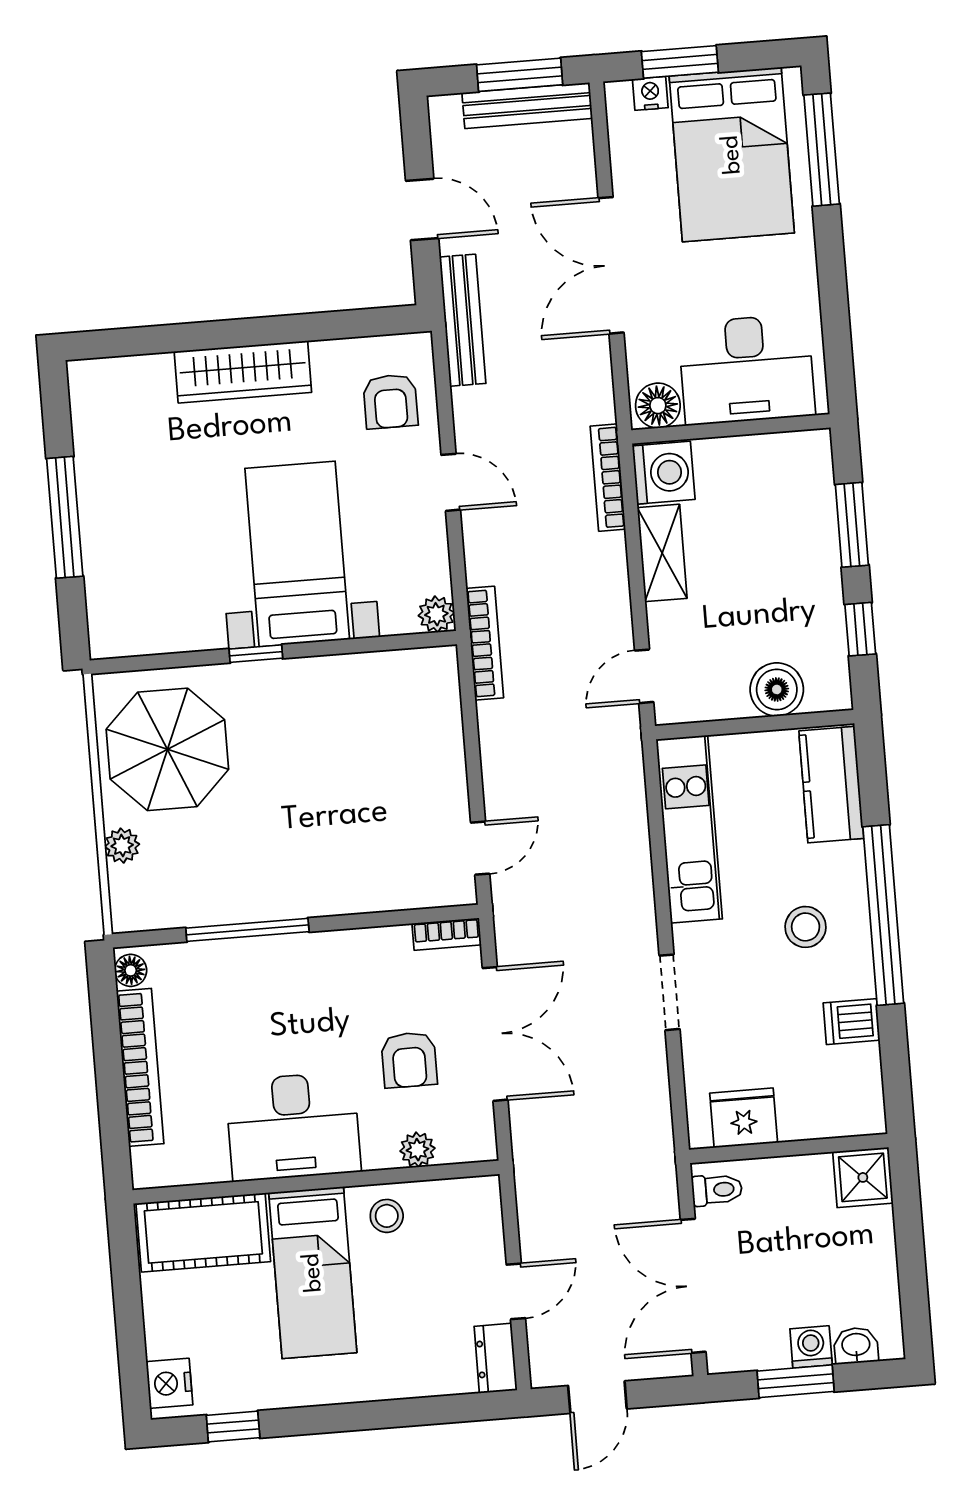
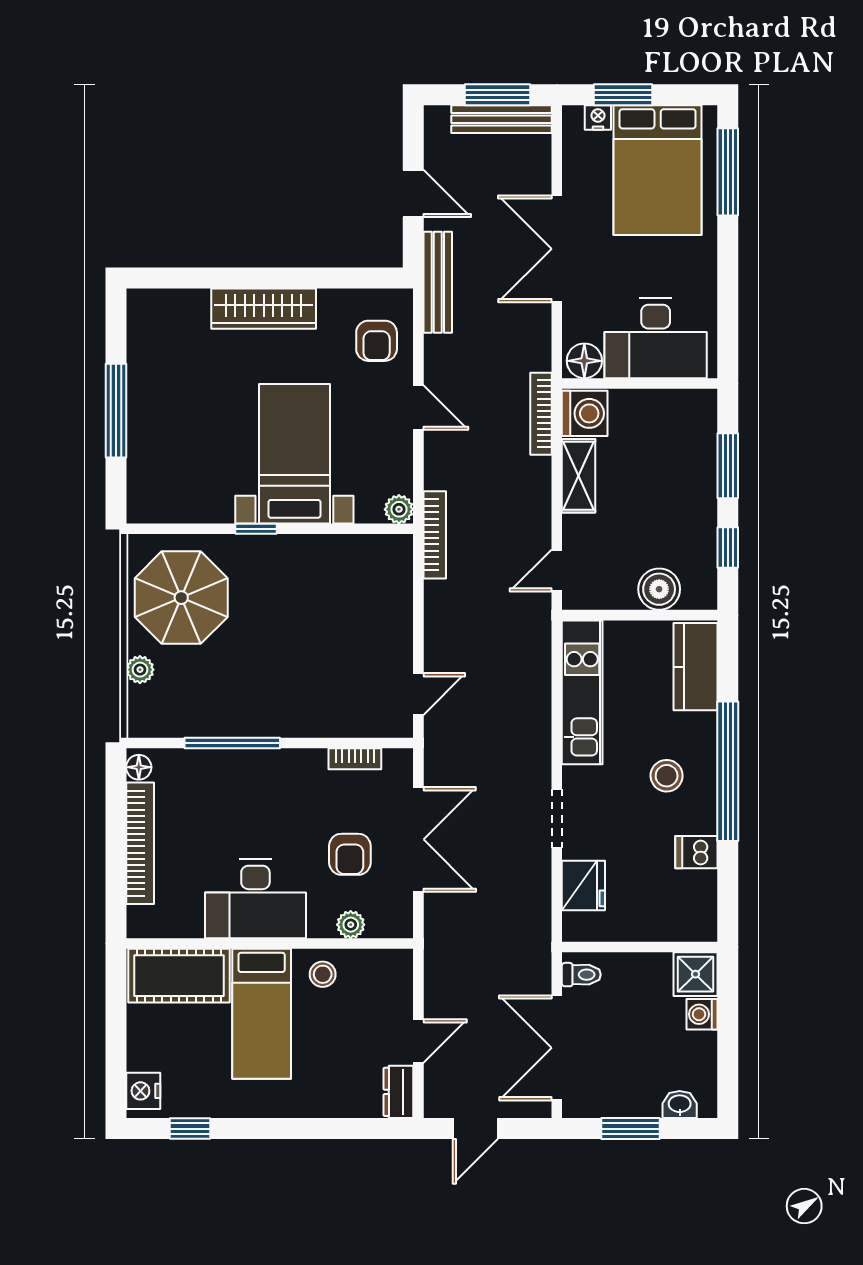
bookcase: (447, 934) -> (355, 759), moved
fridge: (744, 1118) -> (583, 885), moved, turned 90
washing machine: (811, 1347) -> (702, 1014), moved, turned -90

